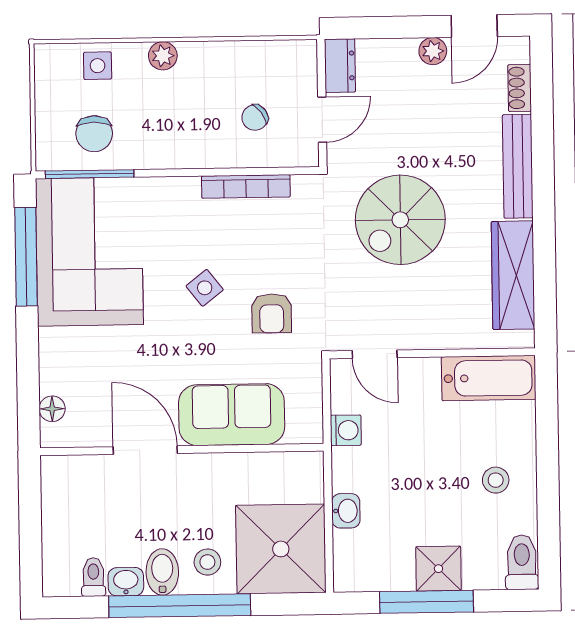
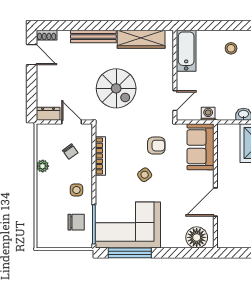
plant: (433, 51) -> (42, 73), removed
plant: (163, 56) -> (43, 166), moved
side table: (98, 66) -> (76, 190), moved
shoe rack: (520, 88) -> (47, 35), moved
floor lamp: (52, 409) -> (197, 237), width x1.89, depth x1.89
sofa: (232, 415) -> (200, 147), moved

